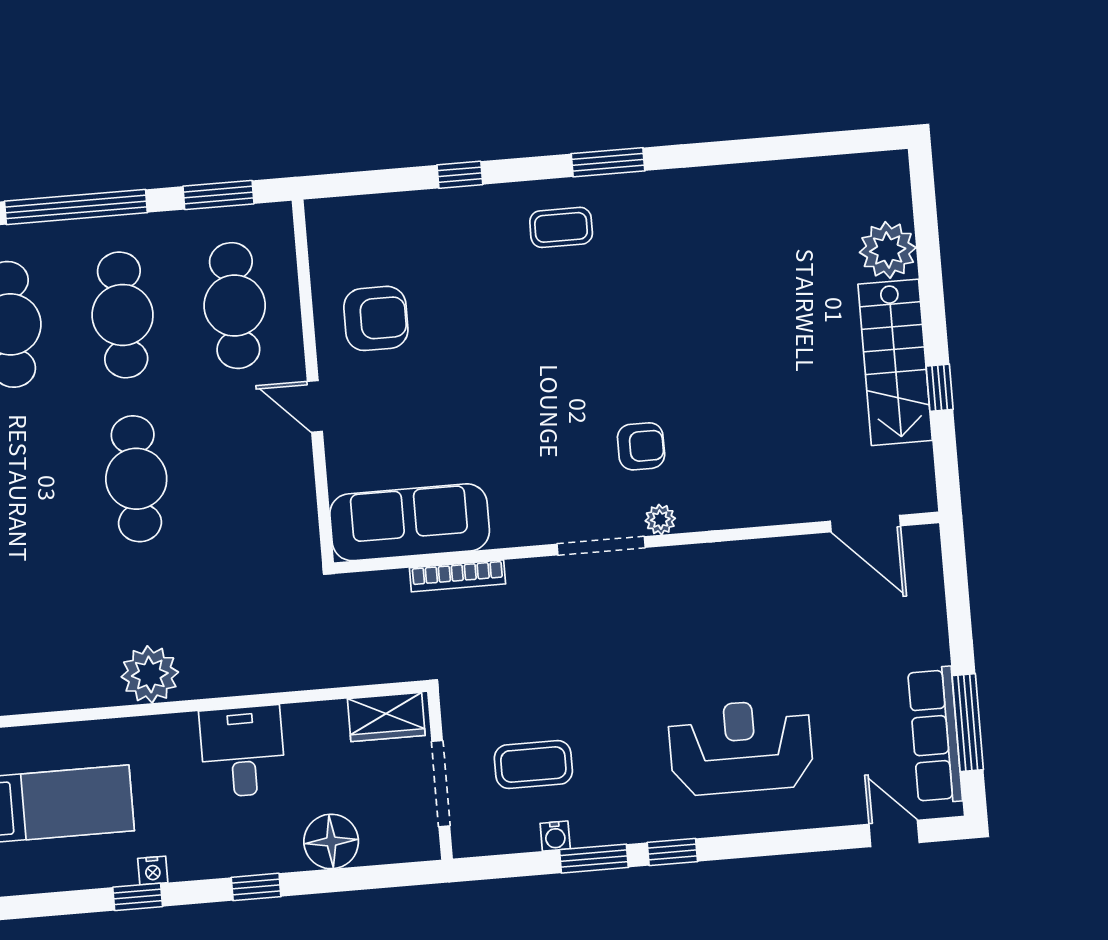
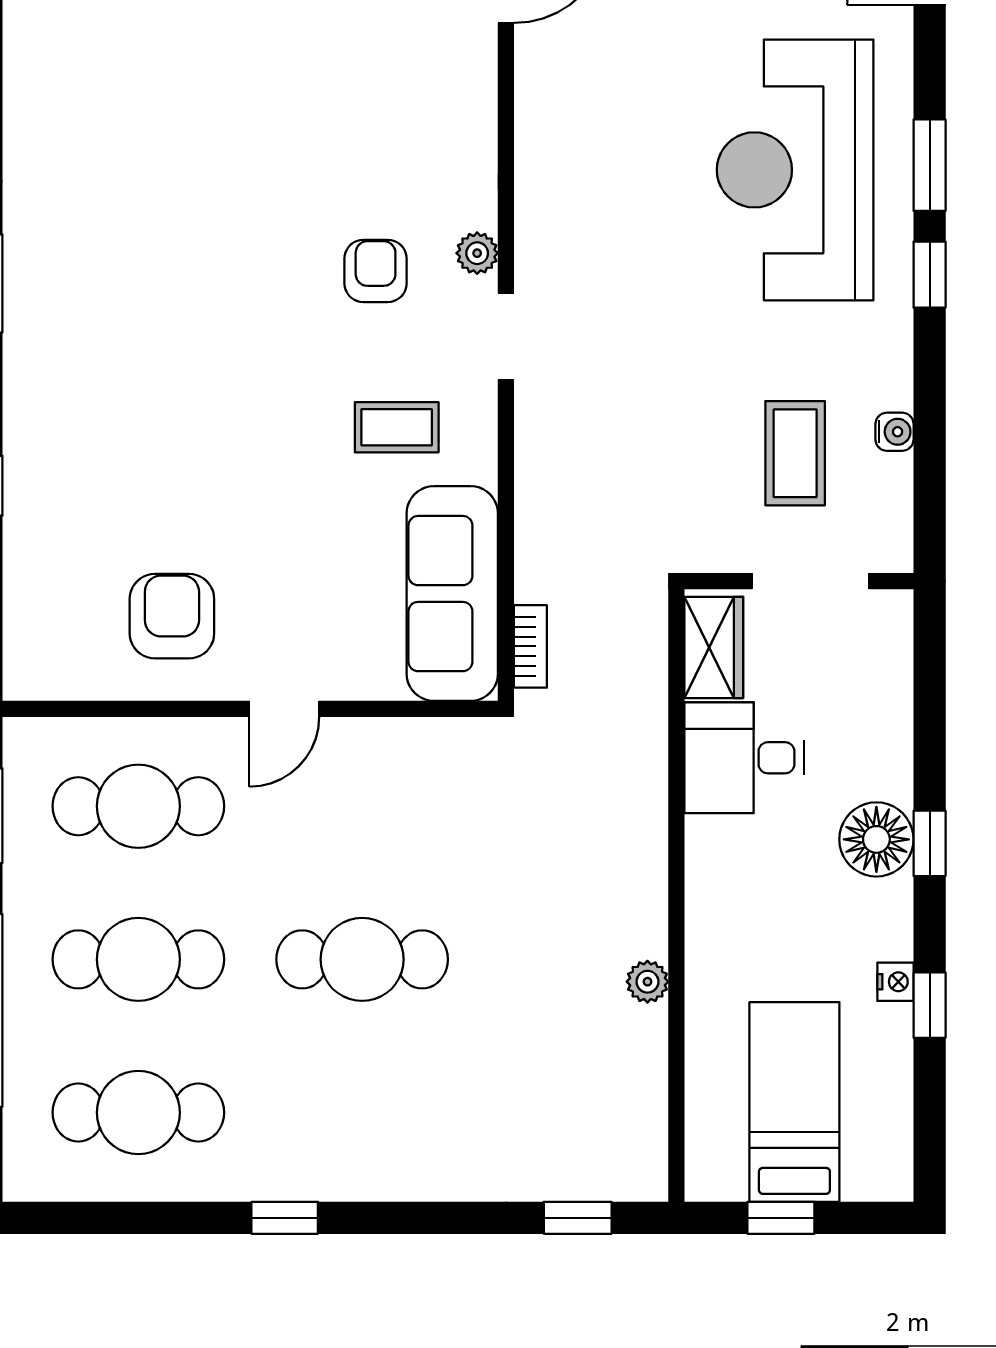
coffee table: (561, 227) -> (397, 427), moved, turned 90
doorway: (601, 546) -> (506, 336), width x0.73
bookcase: (458, 576) -> (530, 646), moved, width x0.64
plant: (150, 674) -> (647, 982), width x0.53, depth x0.53
reception desk: (741, 747) -> (795, 170), width x1.36, depth x1.30
desk: (242, 751) -> (744, 758), moved
floor lamp: (331, 841) -> (876, 839), moved
window: (594, 859) -> (930, 165), moved

